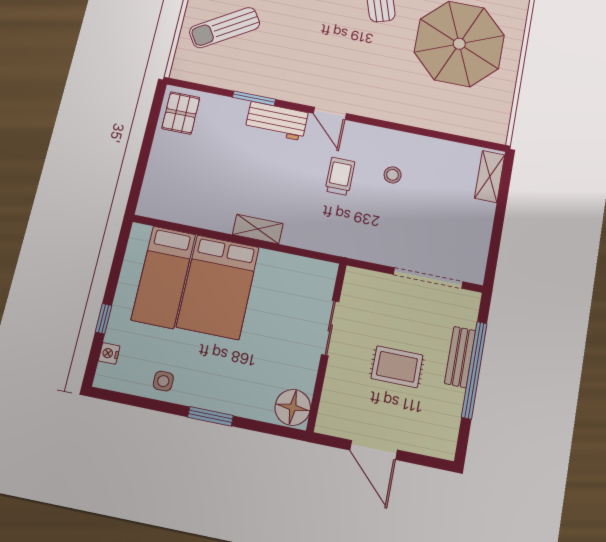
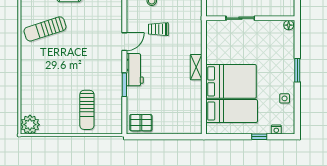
sun lounger: (225, 28) -> (87, 110), turned 32
floor lamp: (293, 407) -> (289, 25), width x0.53, depth x0.53

